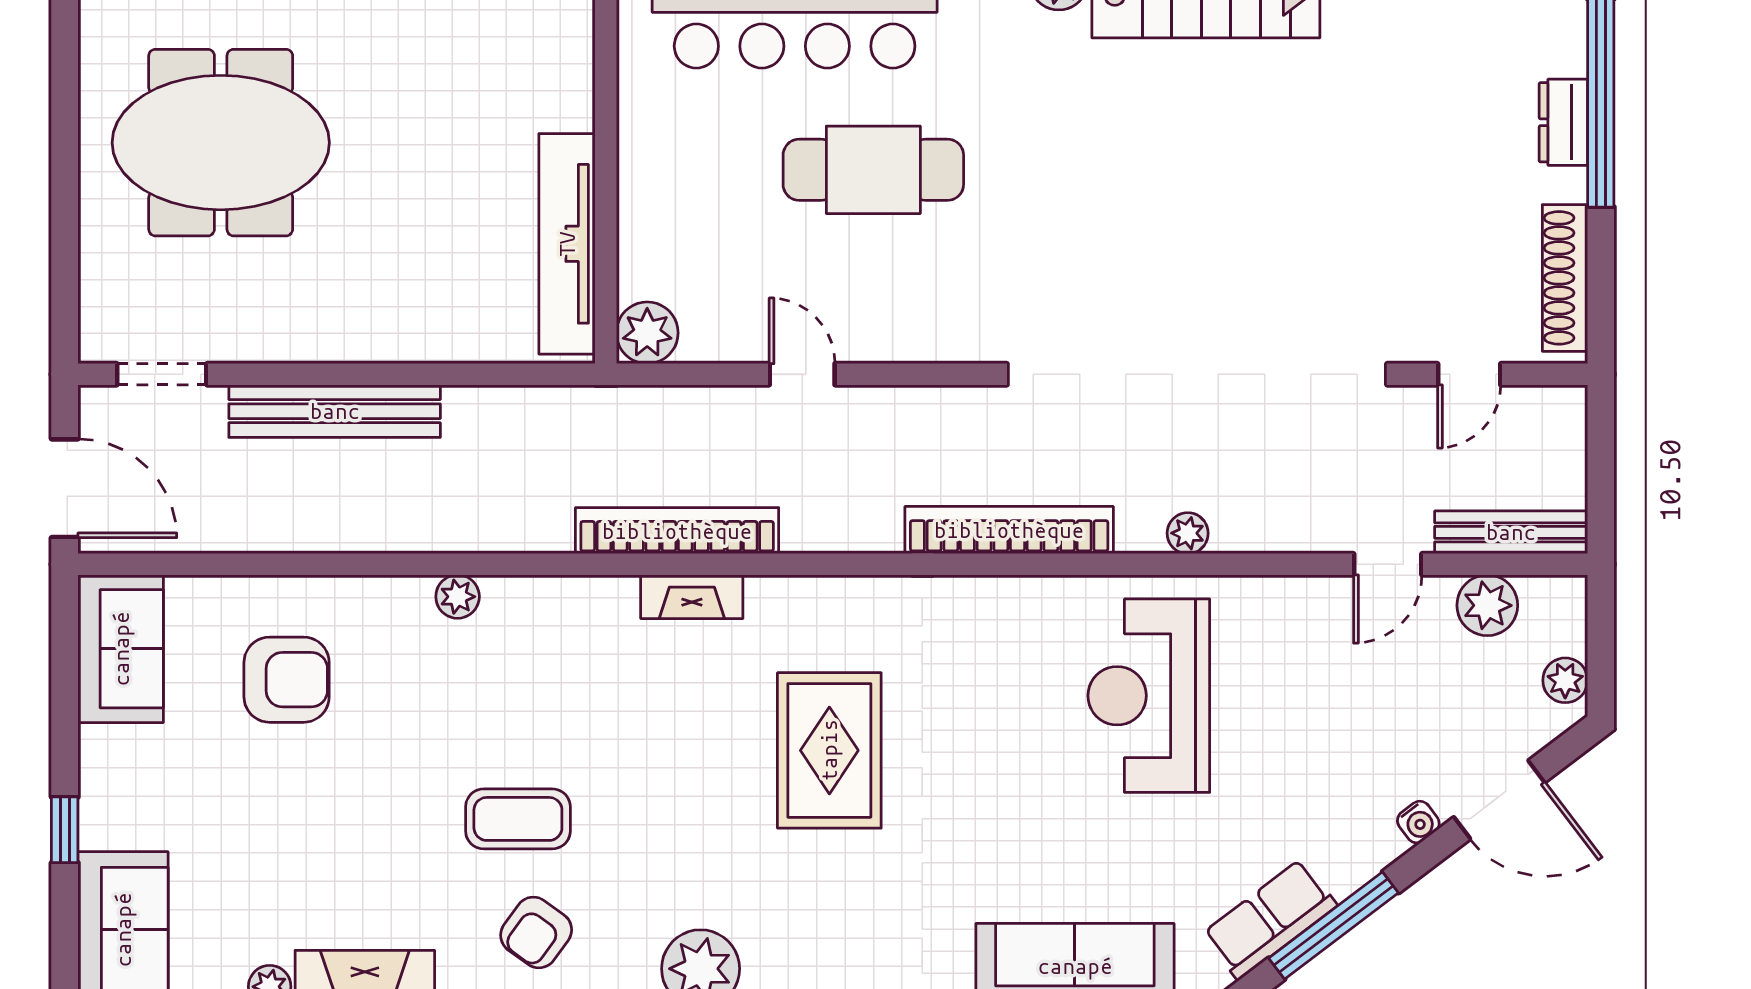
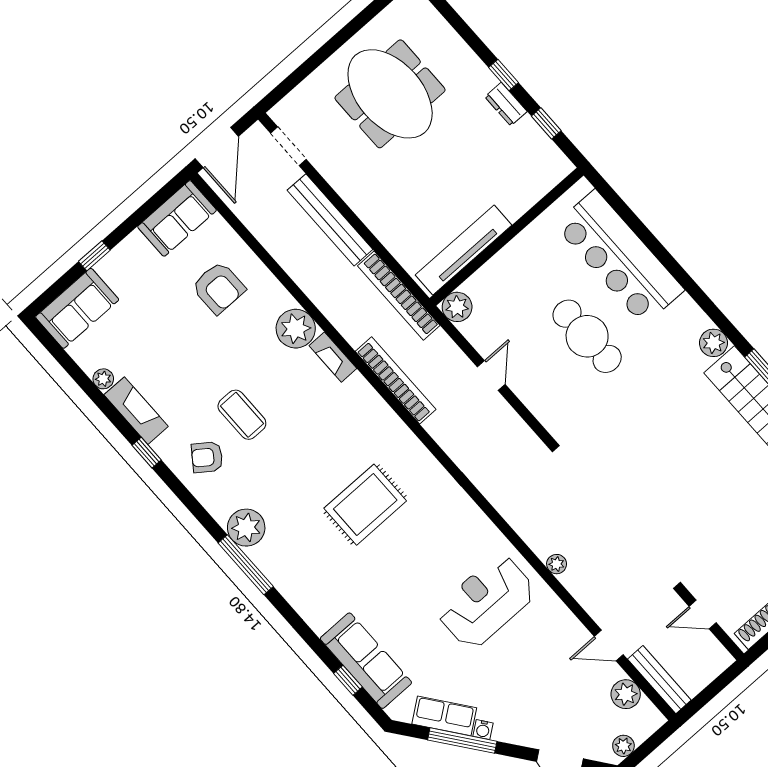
bookcase: (1009, 530) -> (399, 296), moved, turned 180
plant: (458, 597) -> (296, 329), width x1.88, depth x1.88
fireplace: (692, 597) -> (333, 357), moved
water cooler: (1418, 822) -> (483, 730), moved

